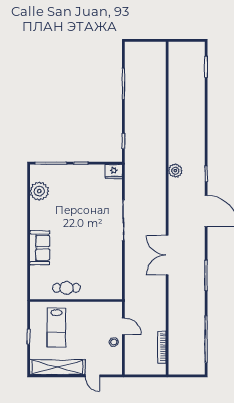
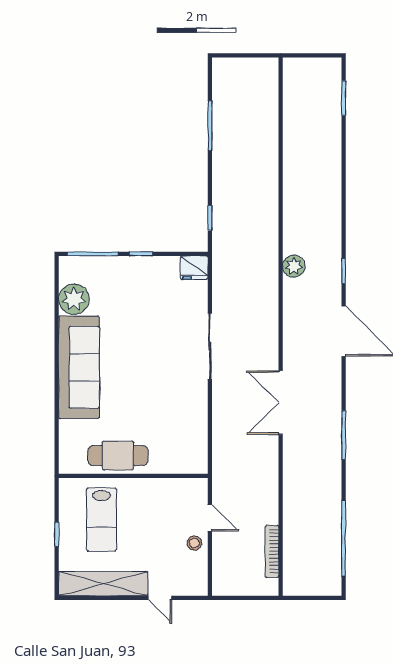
sofa: (40, 248) -> (79, 367), width x1.85, depth x1.27
cafe table: (66, 288) -> (118, 456), width x1.37, depth x1.35

